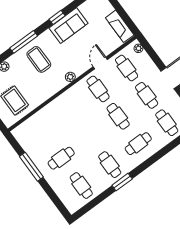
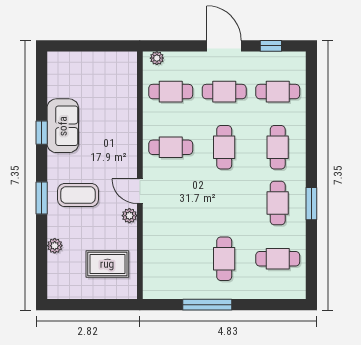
fireplace: (120, 26) -> (111, 61), removed
window: (24, 42) -> (42, 198), width x0.69
door: (100, 63) -> (140, 191), moved
plant: (70, 77) -> (129, 216), moved
cafe table: (118, 116) -> (224, 147), turned 90
cafe table: (110, 165) -> (278, 203), turned 90

